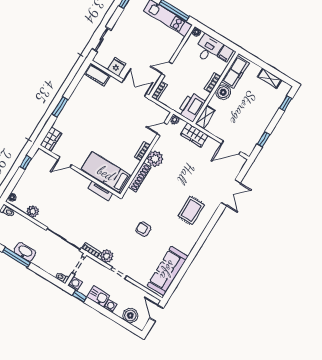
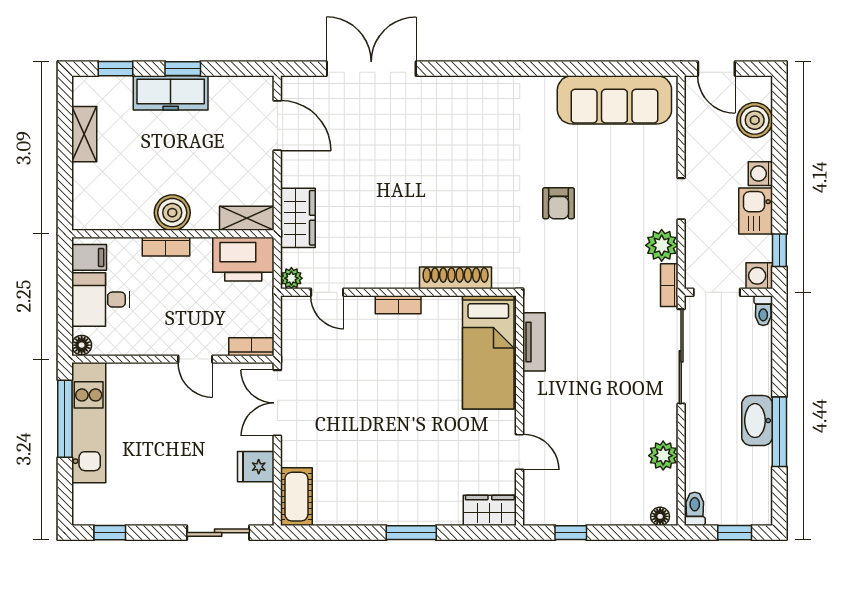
freezer: (235, 72) -> (171, 93), moved, turned 180
window: (264, 139) -> (183, 69), moved
plant: (155, 159) -> (398, 269), removed
double door: (231, 193) -> (371, 69), width x1.37
rug: (191, 210) -> (459, 128), removed
door: (157, 313) -> (716, 69), hinge flipped

